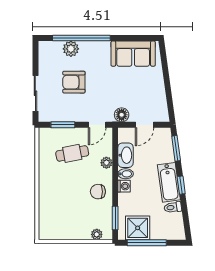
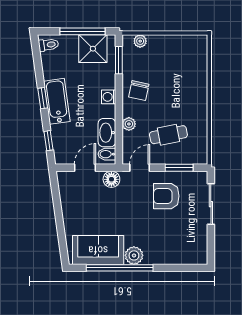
window: (81, 38) -> (120, 268), moved
plant: (71, 49) -> (134, 255), moved
armchair: (74, 82) -> (166, 196), moved, turned 180
window: (176, 148) -> (48, 141), width x0.67
bidet: (126, 174) -> (107, 154), moved
chair: (98, 192) -> (139, 91), turned 102
toilet: (173, 207) -> (48, 45), moved

